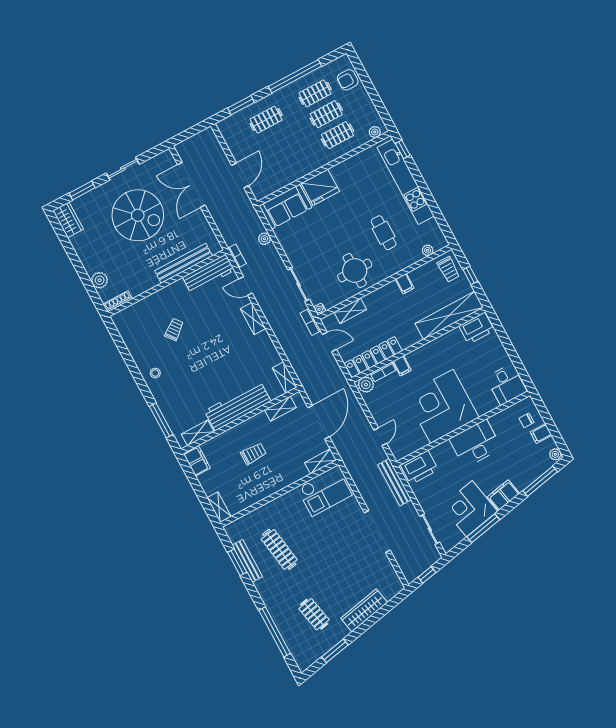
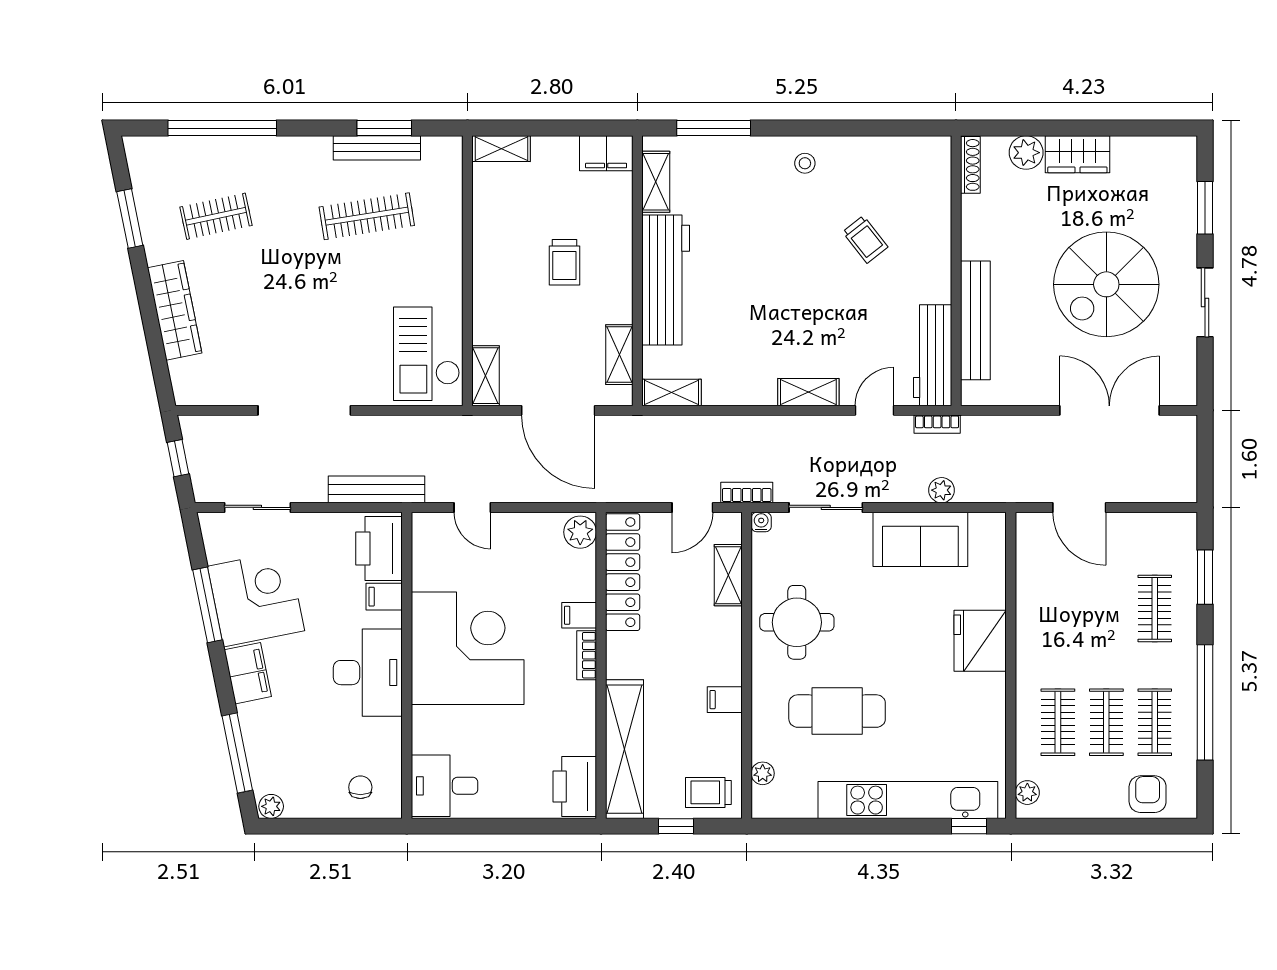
sofa: (286, 207) -> (920, 539), moved, turned -90
wardrobe: (68, 220) -> (1077, 154), moved
cafe table: (384, 233) -> (837, 711), width x1.37, depth x1.35
bookcase: (383, 372) -> (587, 655), moved
filing cabinet: (541, 434) -> (384, 597), moved, turned -90

